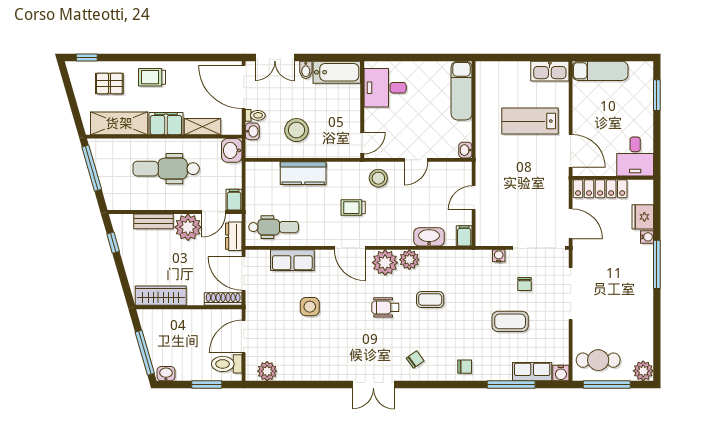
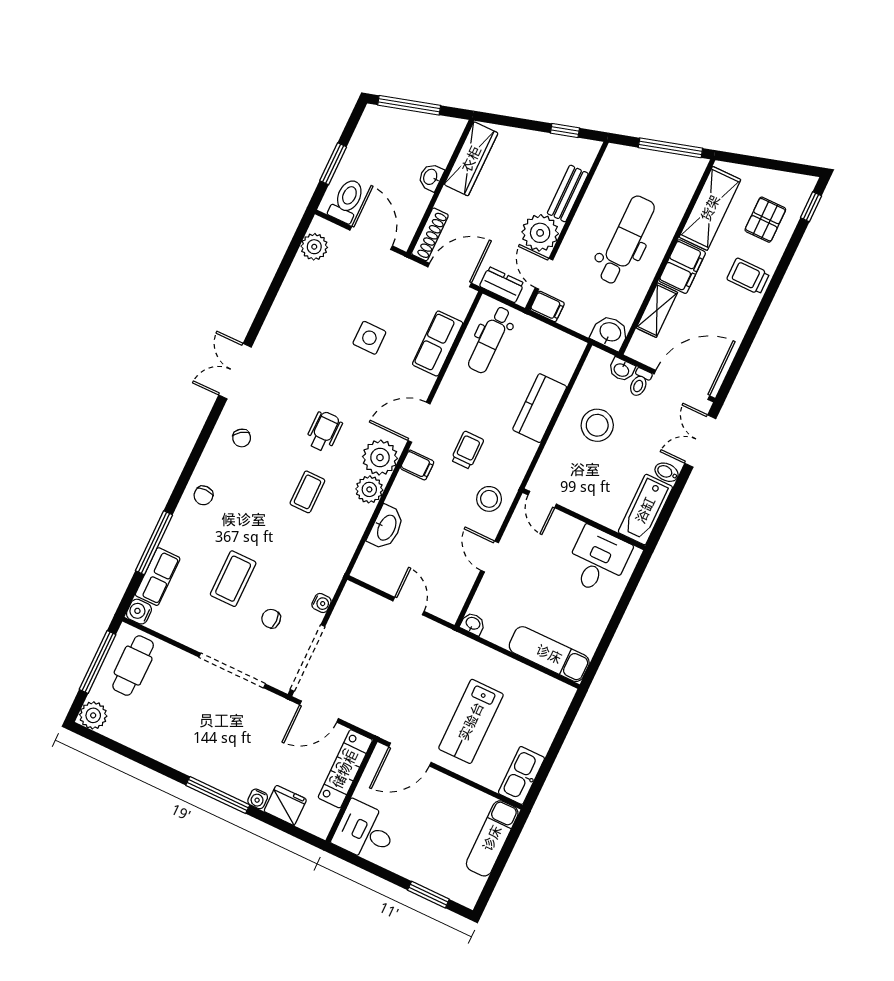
trolley: (152, 77) -> (748, 276), turned -90
lab bench: (530, 121) -> (471, 721), turned 180
filing cabinet: (464, 236) -> (417, 465), moved
washbasin: (166, 374) -> (431, 177), moved, turned 180

